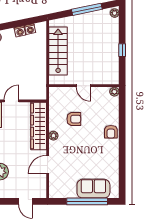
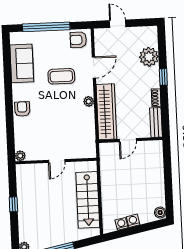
door: (83, 86) -> (57, 161), swing flipped
door: (11, 101) -> (128, 140), moved
armchair: (74, 119) -> (78, 40), moved
coffee table: (76, 158) -> (61, 76), added
sofa: (93, 189) -> (22, 63), moved, turned -90

